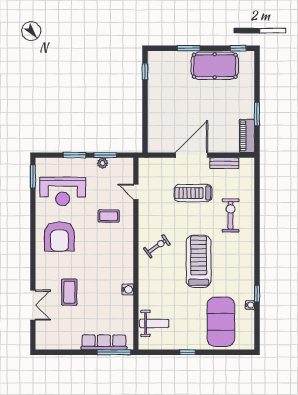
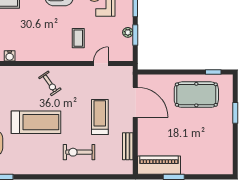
window: (238, 48) -> (235, 159), removed
pool table: (215, 66) -> (196, 95), moved, turned 90
piano: (247, 136) -> (159, 165), width x1.37, depth x1.33
door: (192, 155) -> (135, 102), moved
exercise bike: (231, 215) -> (79, 152), turned 180

